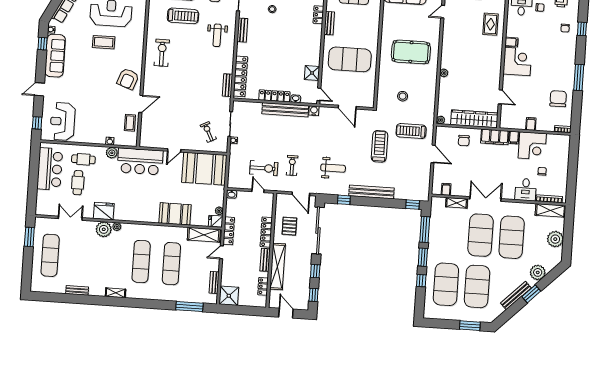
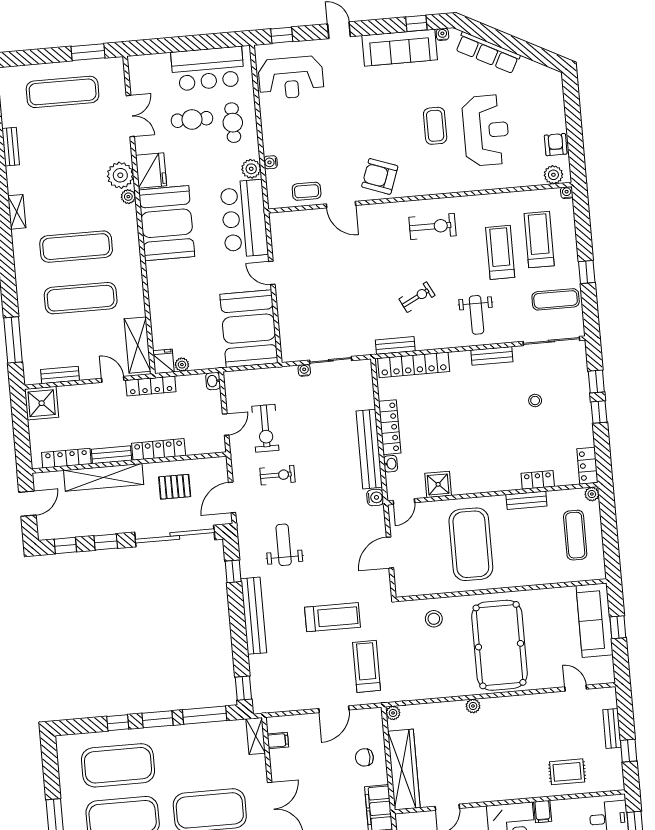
treadmill: (183, 16) -> (500, 252), turned 180
weight bench: (217, 35) -> (476, 315), turned -90
pool table: (411, 52) -> (499, 645), width x1.36, depth x1.32
stool: (403, 96) -> (434, 619), moved
reception desk: (63, 121) -> (291, 78), turned 180
exercise bike: (208, 132) -> (417, 297), moved
weight bench: (333, 168) -> (284, 545), turned 180
shelving: (457, 203) -> (256, 736), moved
booth: (175, 214) -> (167, 223), moved, width x1.36, depth x1.42
locker: (263, 286) -> (66, 458), width x1.53

